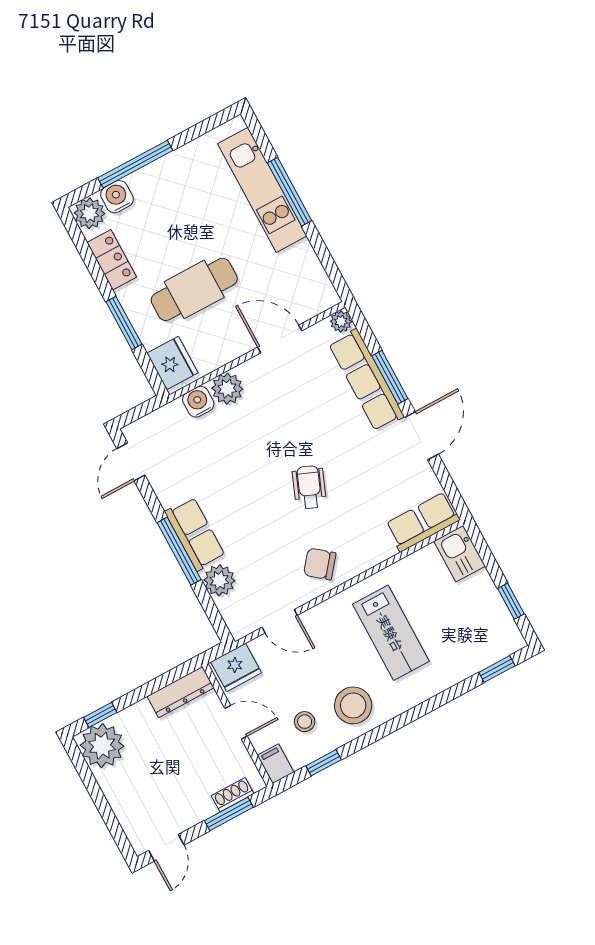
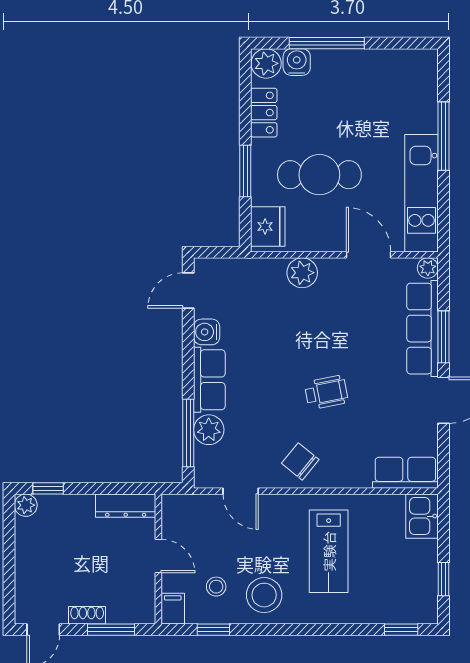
kitchen unit: (262, 190) -> (421, 193), moved
water cooler: (198, 402) -> (207, 332), moved, turned -90
wheelchair: (309, 487) -> (326, 392), turned 57
window: (179, 551) -> (188, 433), moved
fridge: (236, 667) -> (183, 510), removed
plant: (102, 746) -> (26, 505), width x0.53, depth x0.53
shoe rack: (233, 795) -> (87, 615), moved

